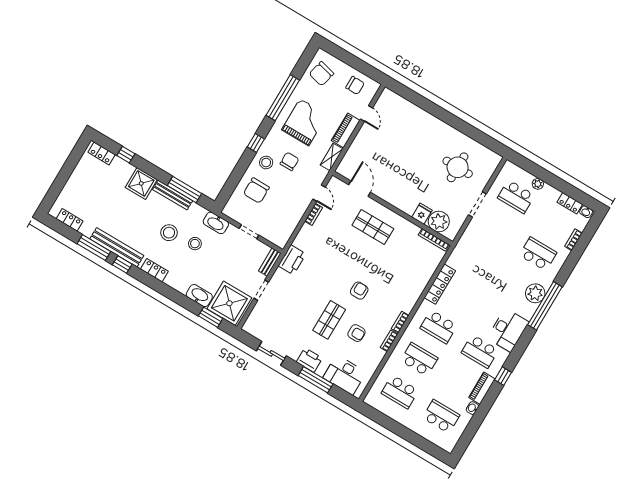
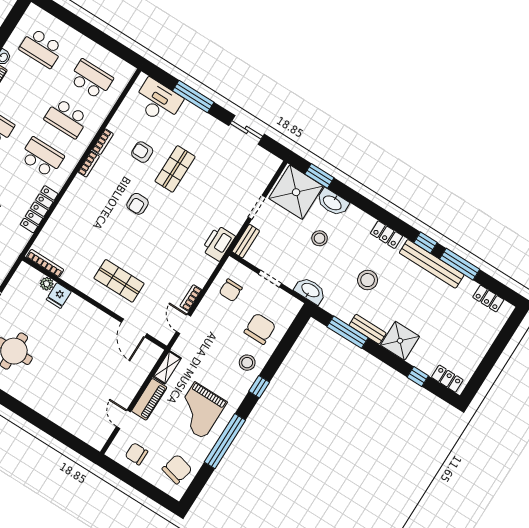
chair: (289, 161) -> (231, 290), moved
bench: (173, 195) -> (368, 329), width x0.73
plant: (439, 221) -> (47, 284), width x0.53, depth x0.53
stool: (195, 244) -> (320, 238), moved
printer: (309, 360) -> (200, 121), removed

